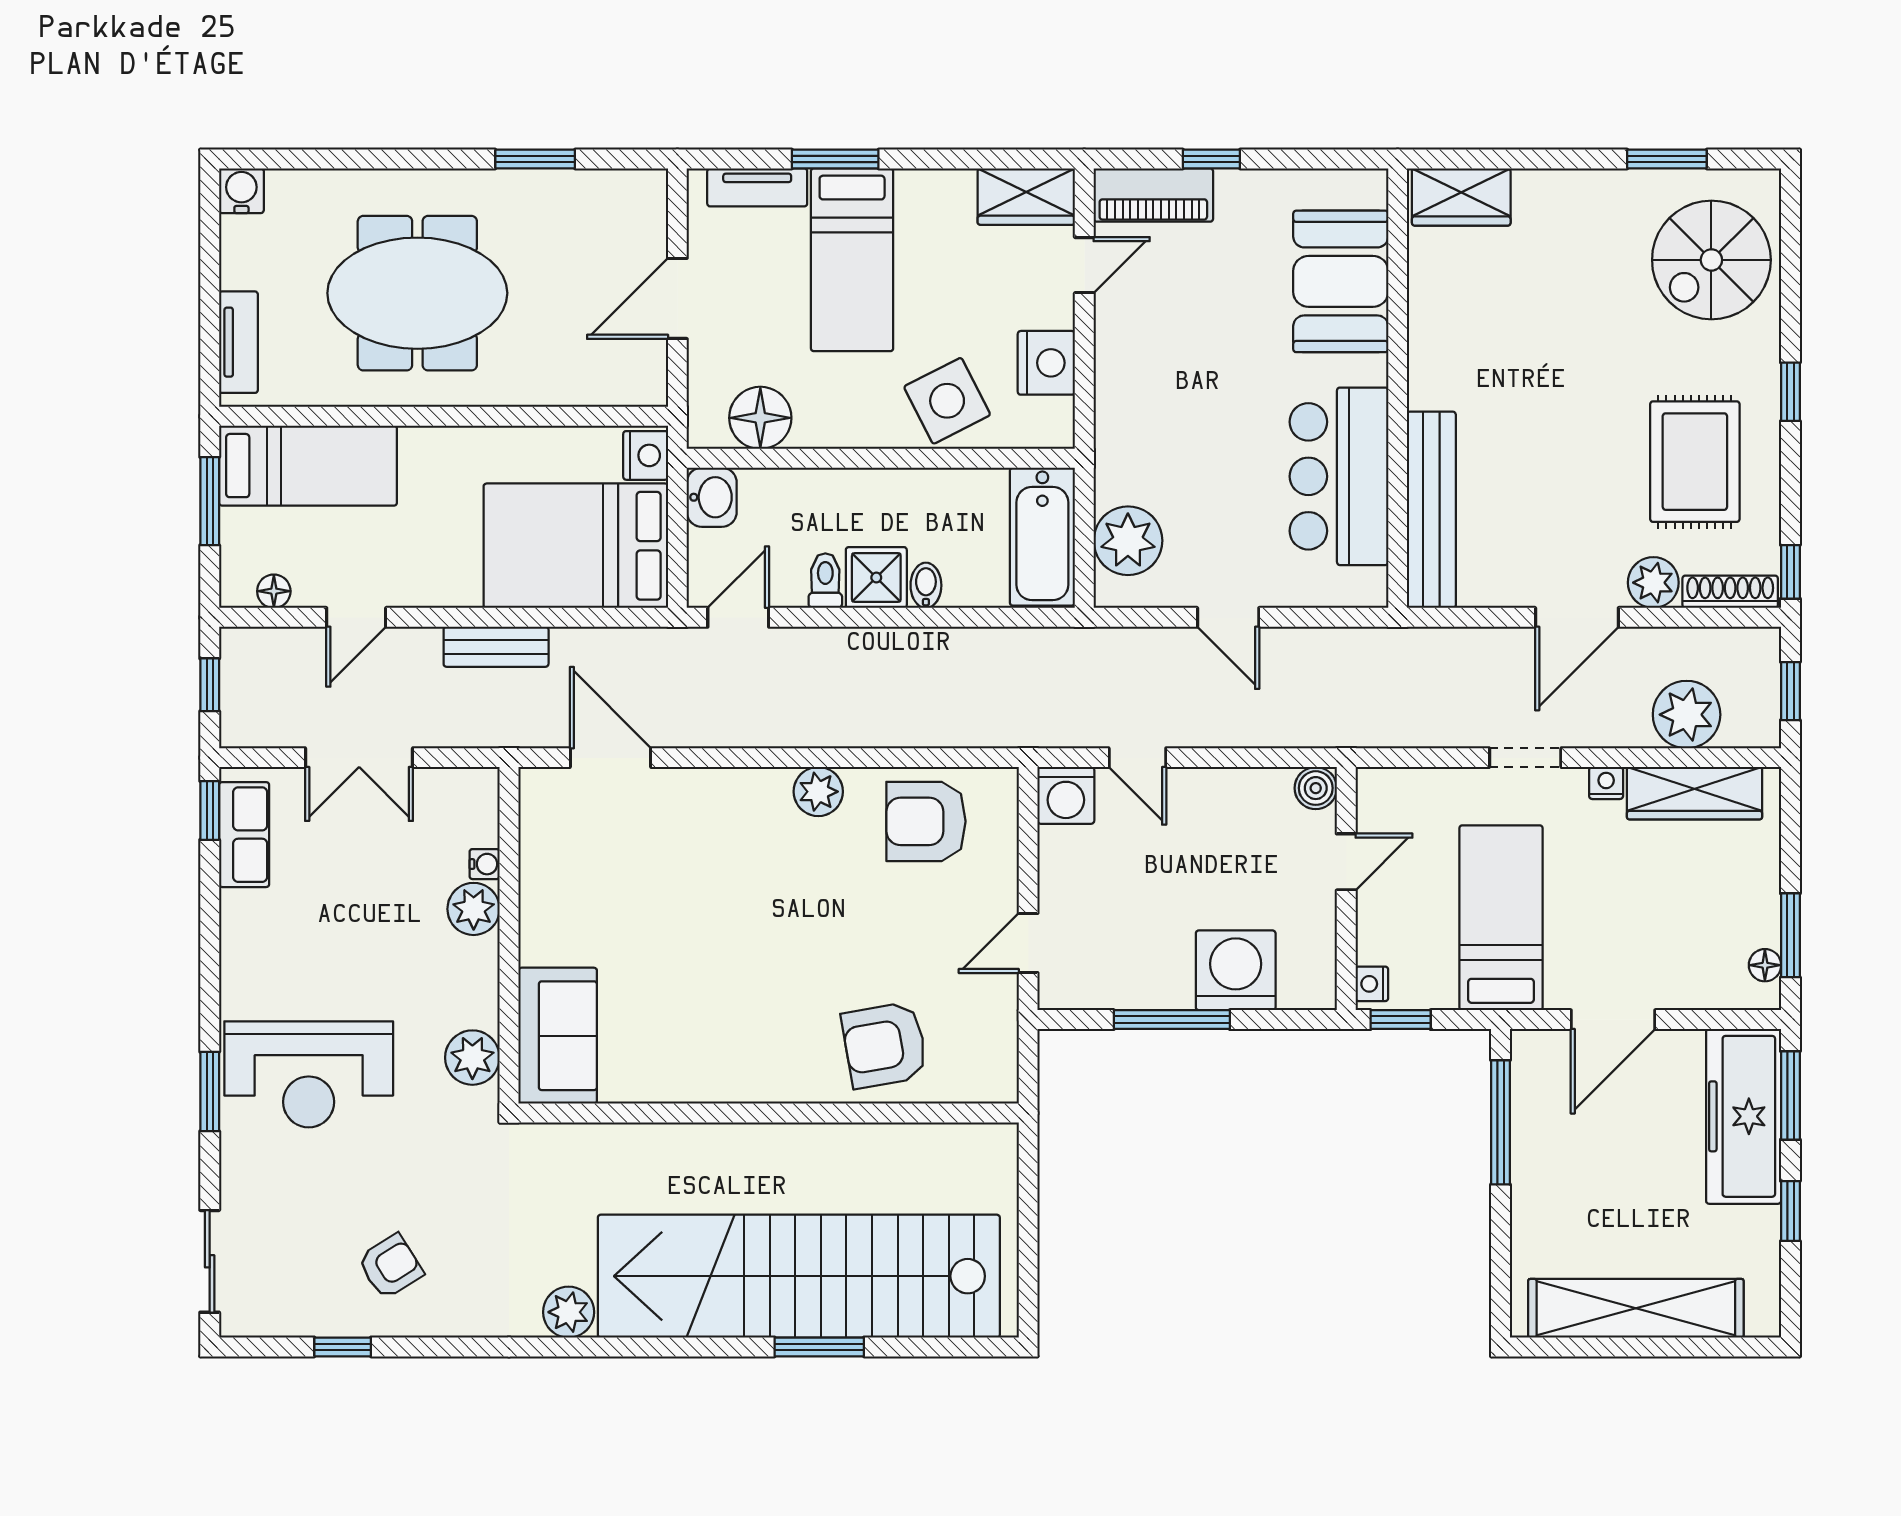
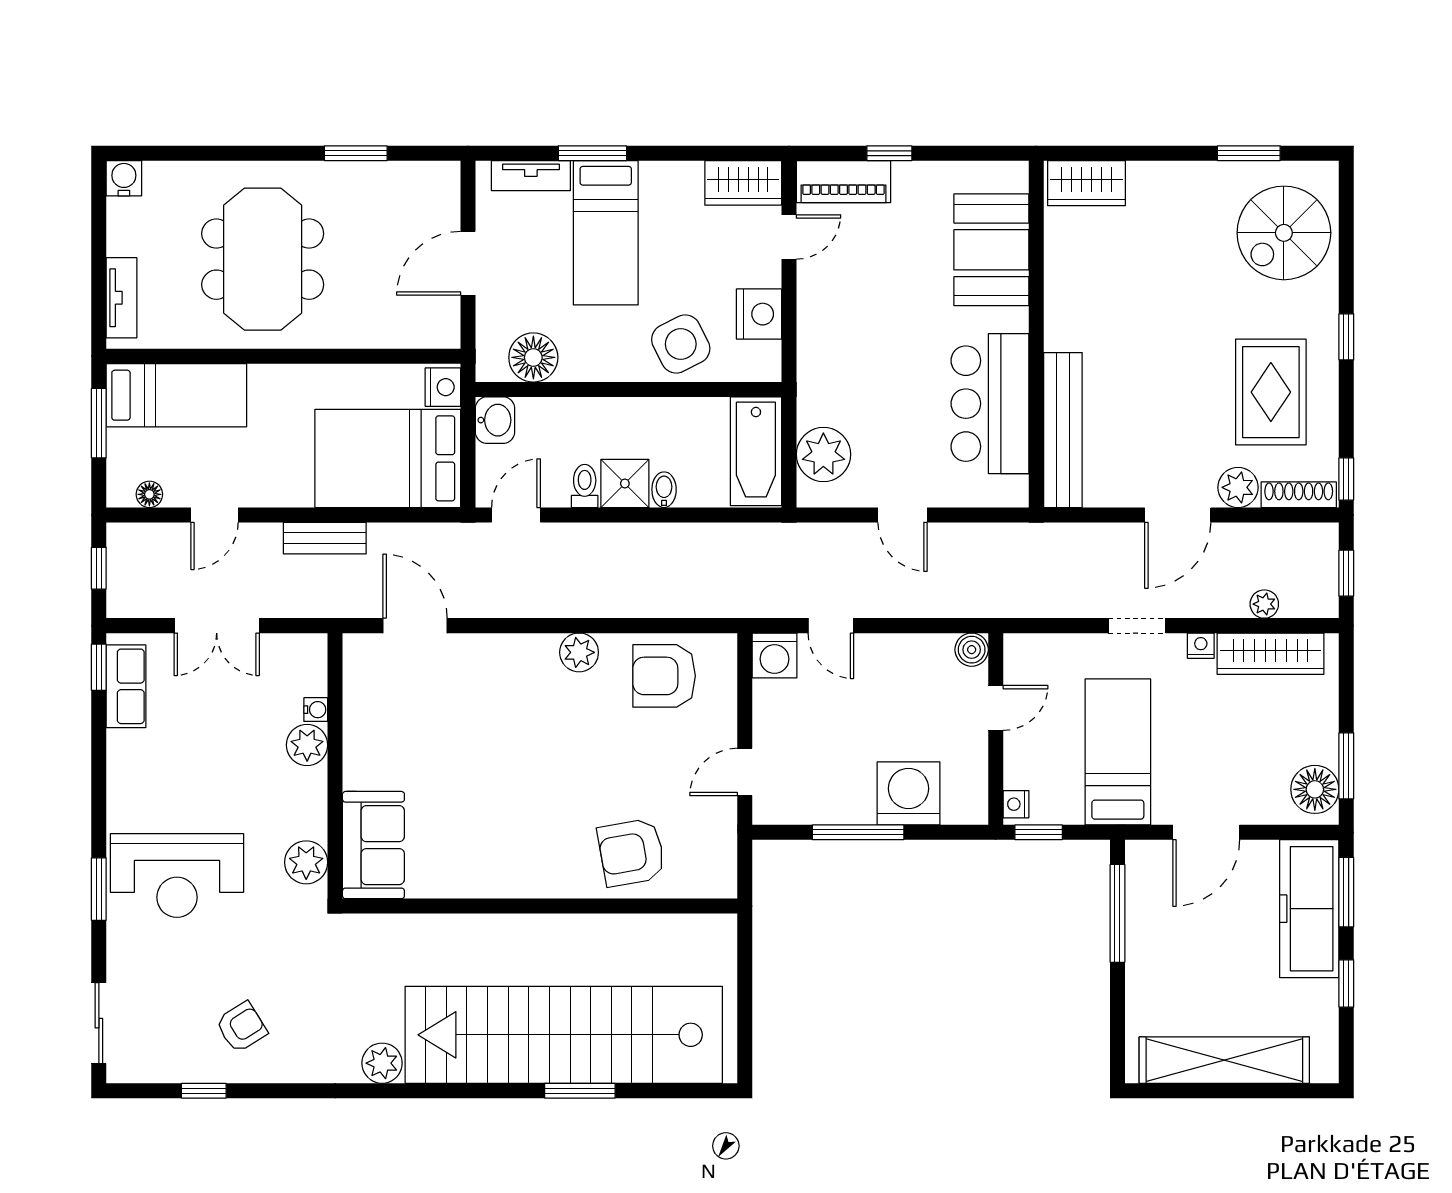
meeting table: (417, 293) -> (263, 259), turned 90
plant: (1687, 715) -> (1264, 604), width x0.53, depth x0.53
floor lamp: (1765, 965) -> (1315, 789), width x1.89, depth x1.89

